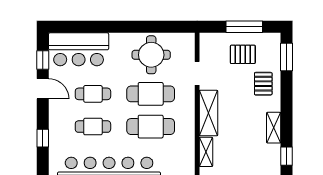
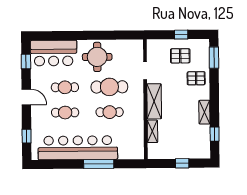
window: (244, 27) -> (181, 35), width x0.46
round table: (151, 55) -> (97, 57), moved
pallet: (263, 84) -> (196, 78), turned 90
door: (43, 89) -> (26, 97), moved
cafe table: (151, 127) -> (110, 112), width x0.73, depth x0.74
window: (43, 138) -> (27, 136), moved

